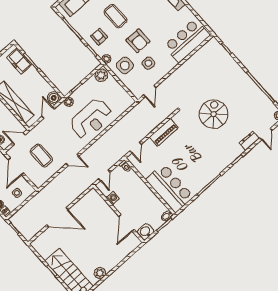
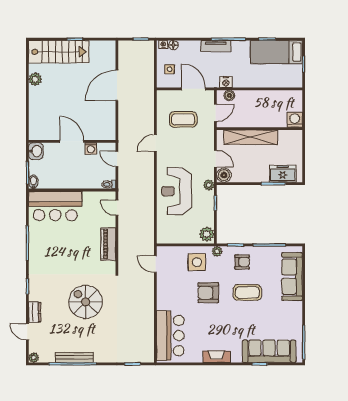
side table: (148, 63) -> (181, 285), removed
bench: (255, 90) -> (74, 357), added
spiral stairs: (214, 114) -> (86, 302), turned 180
door: (127, 223) -> (72, 141), moved

